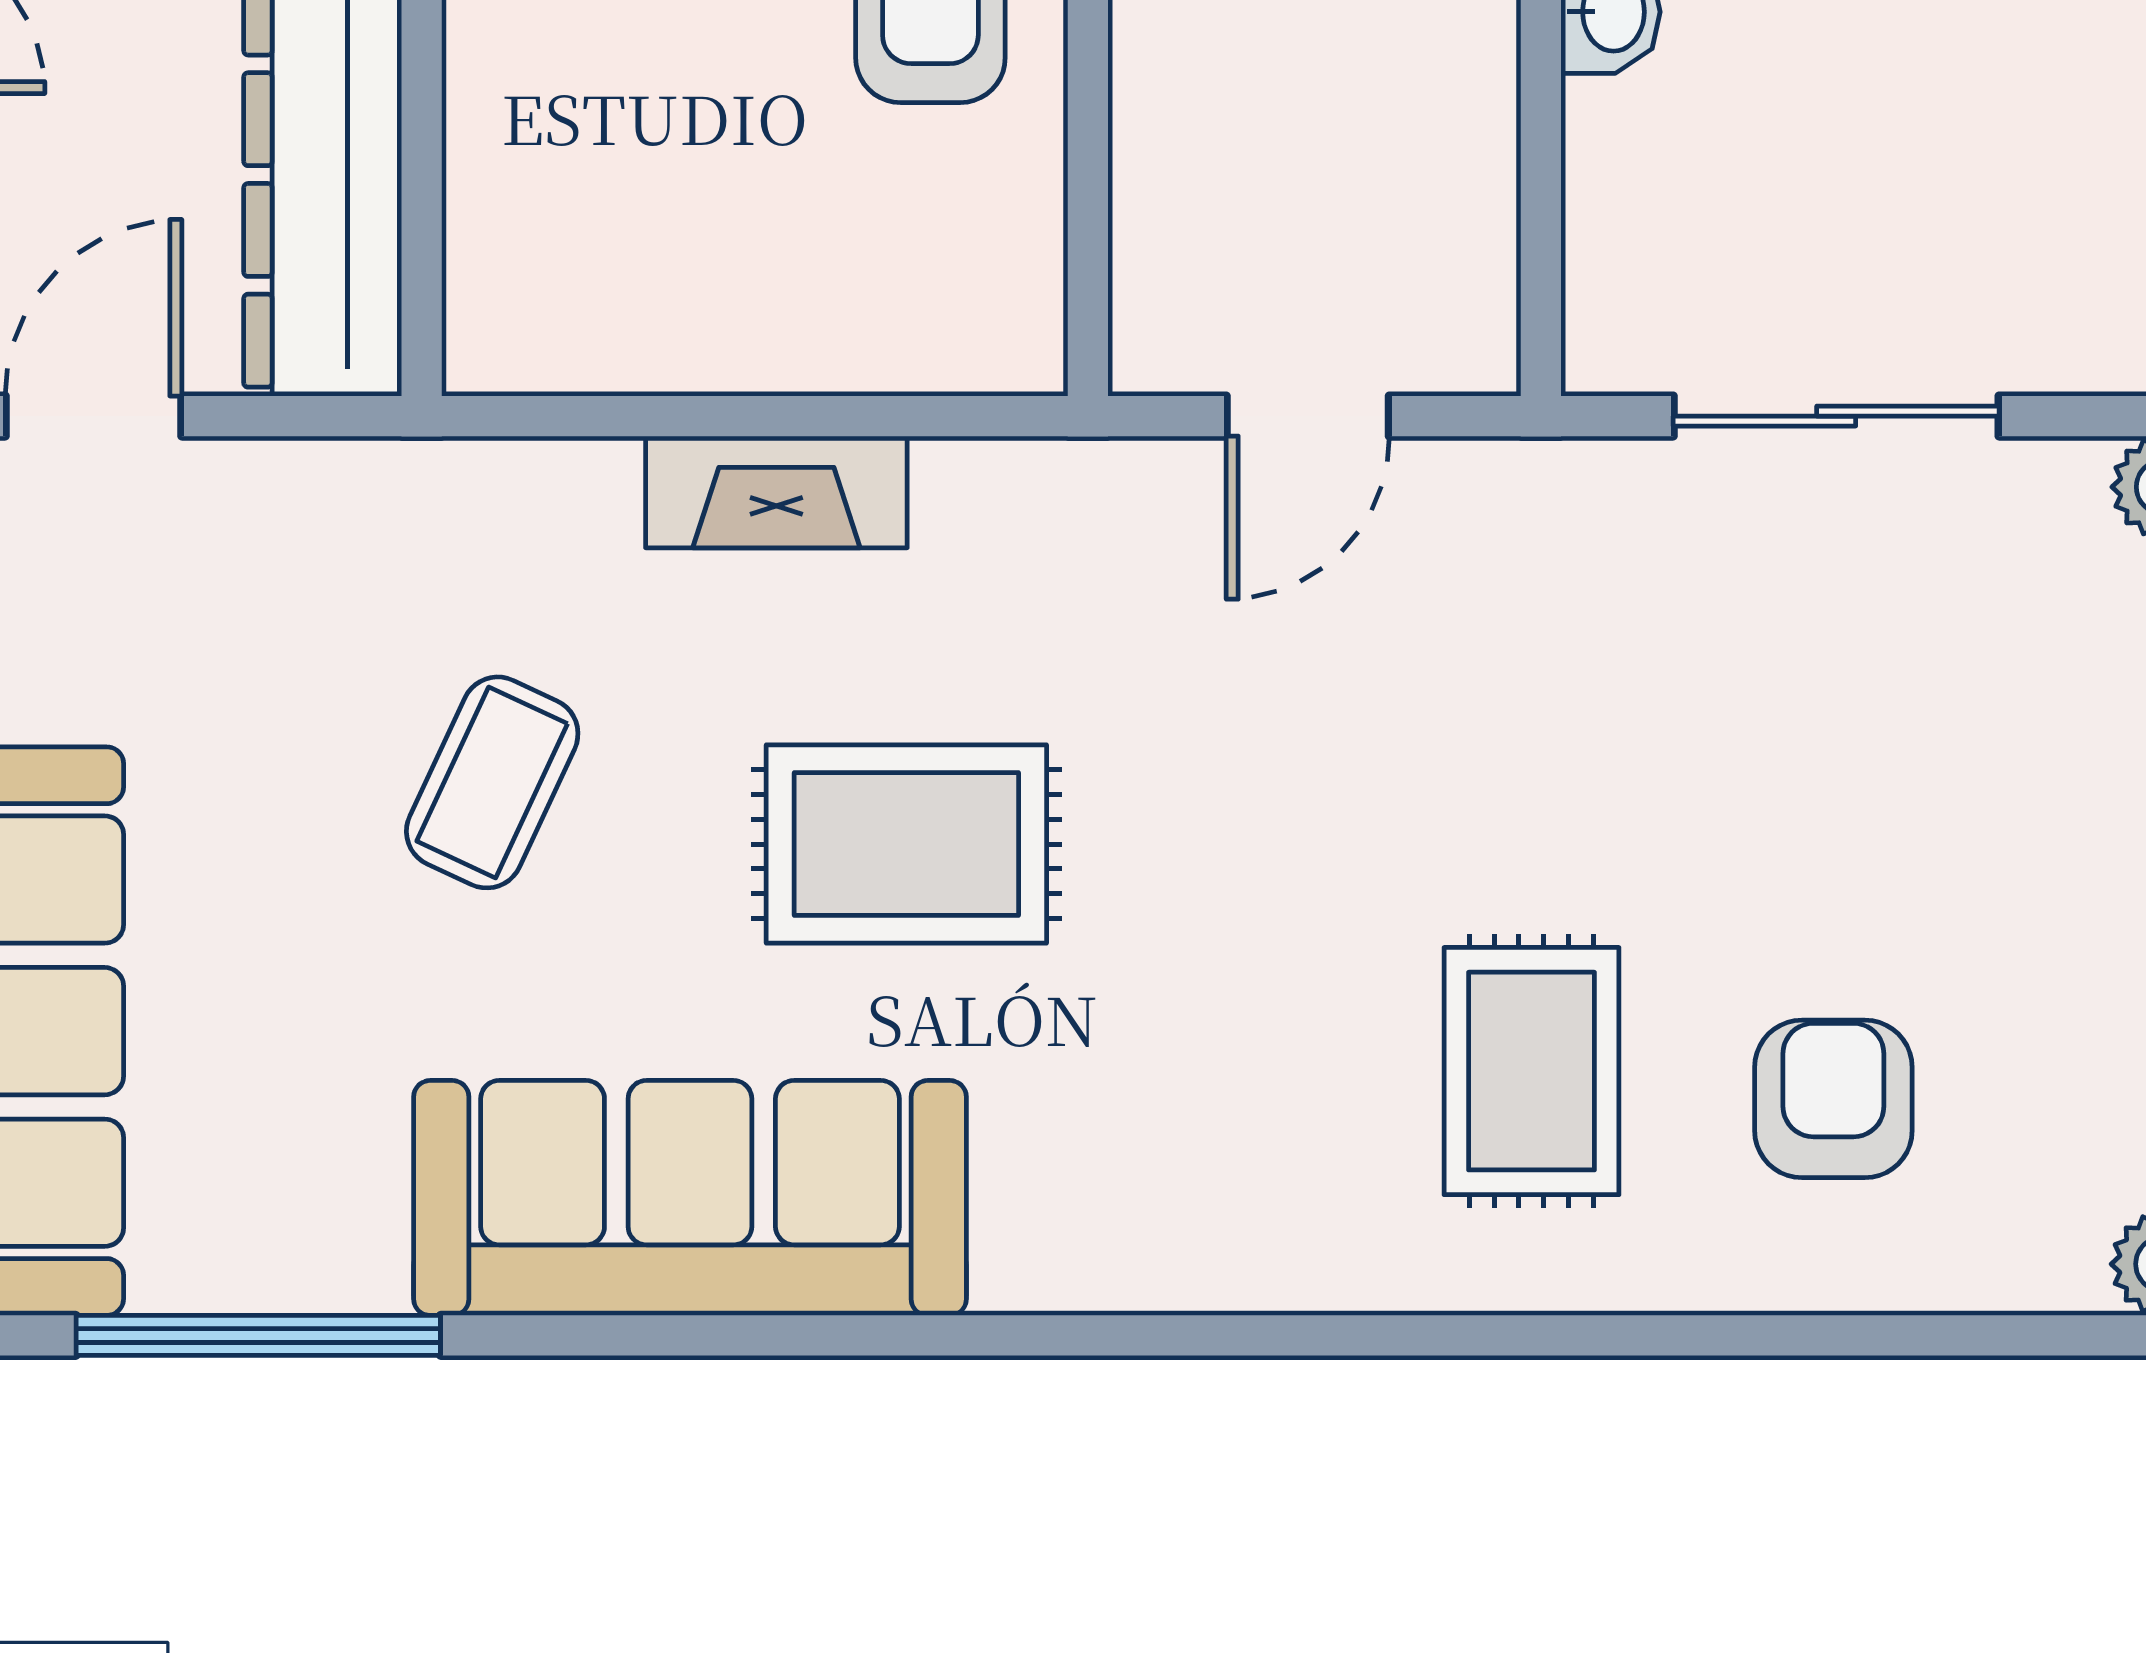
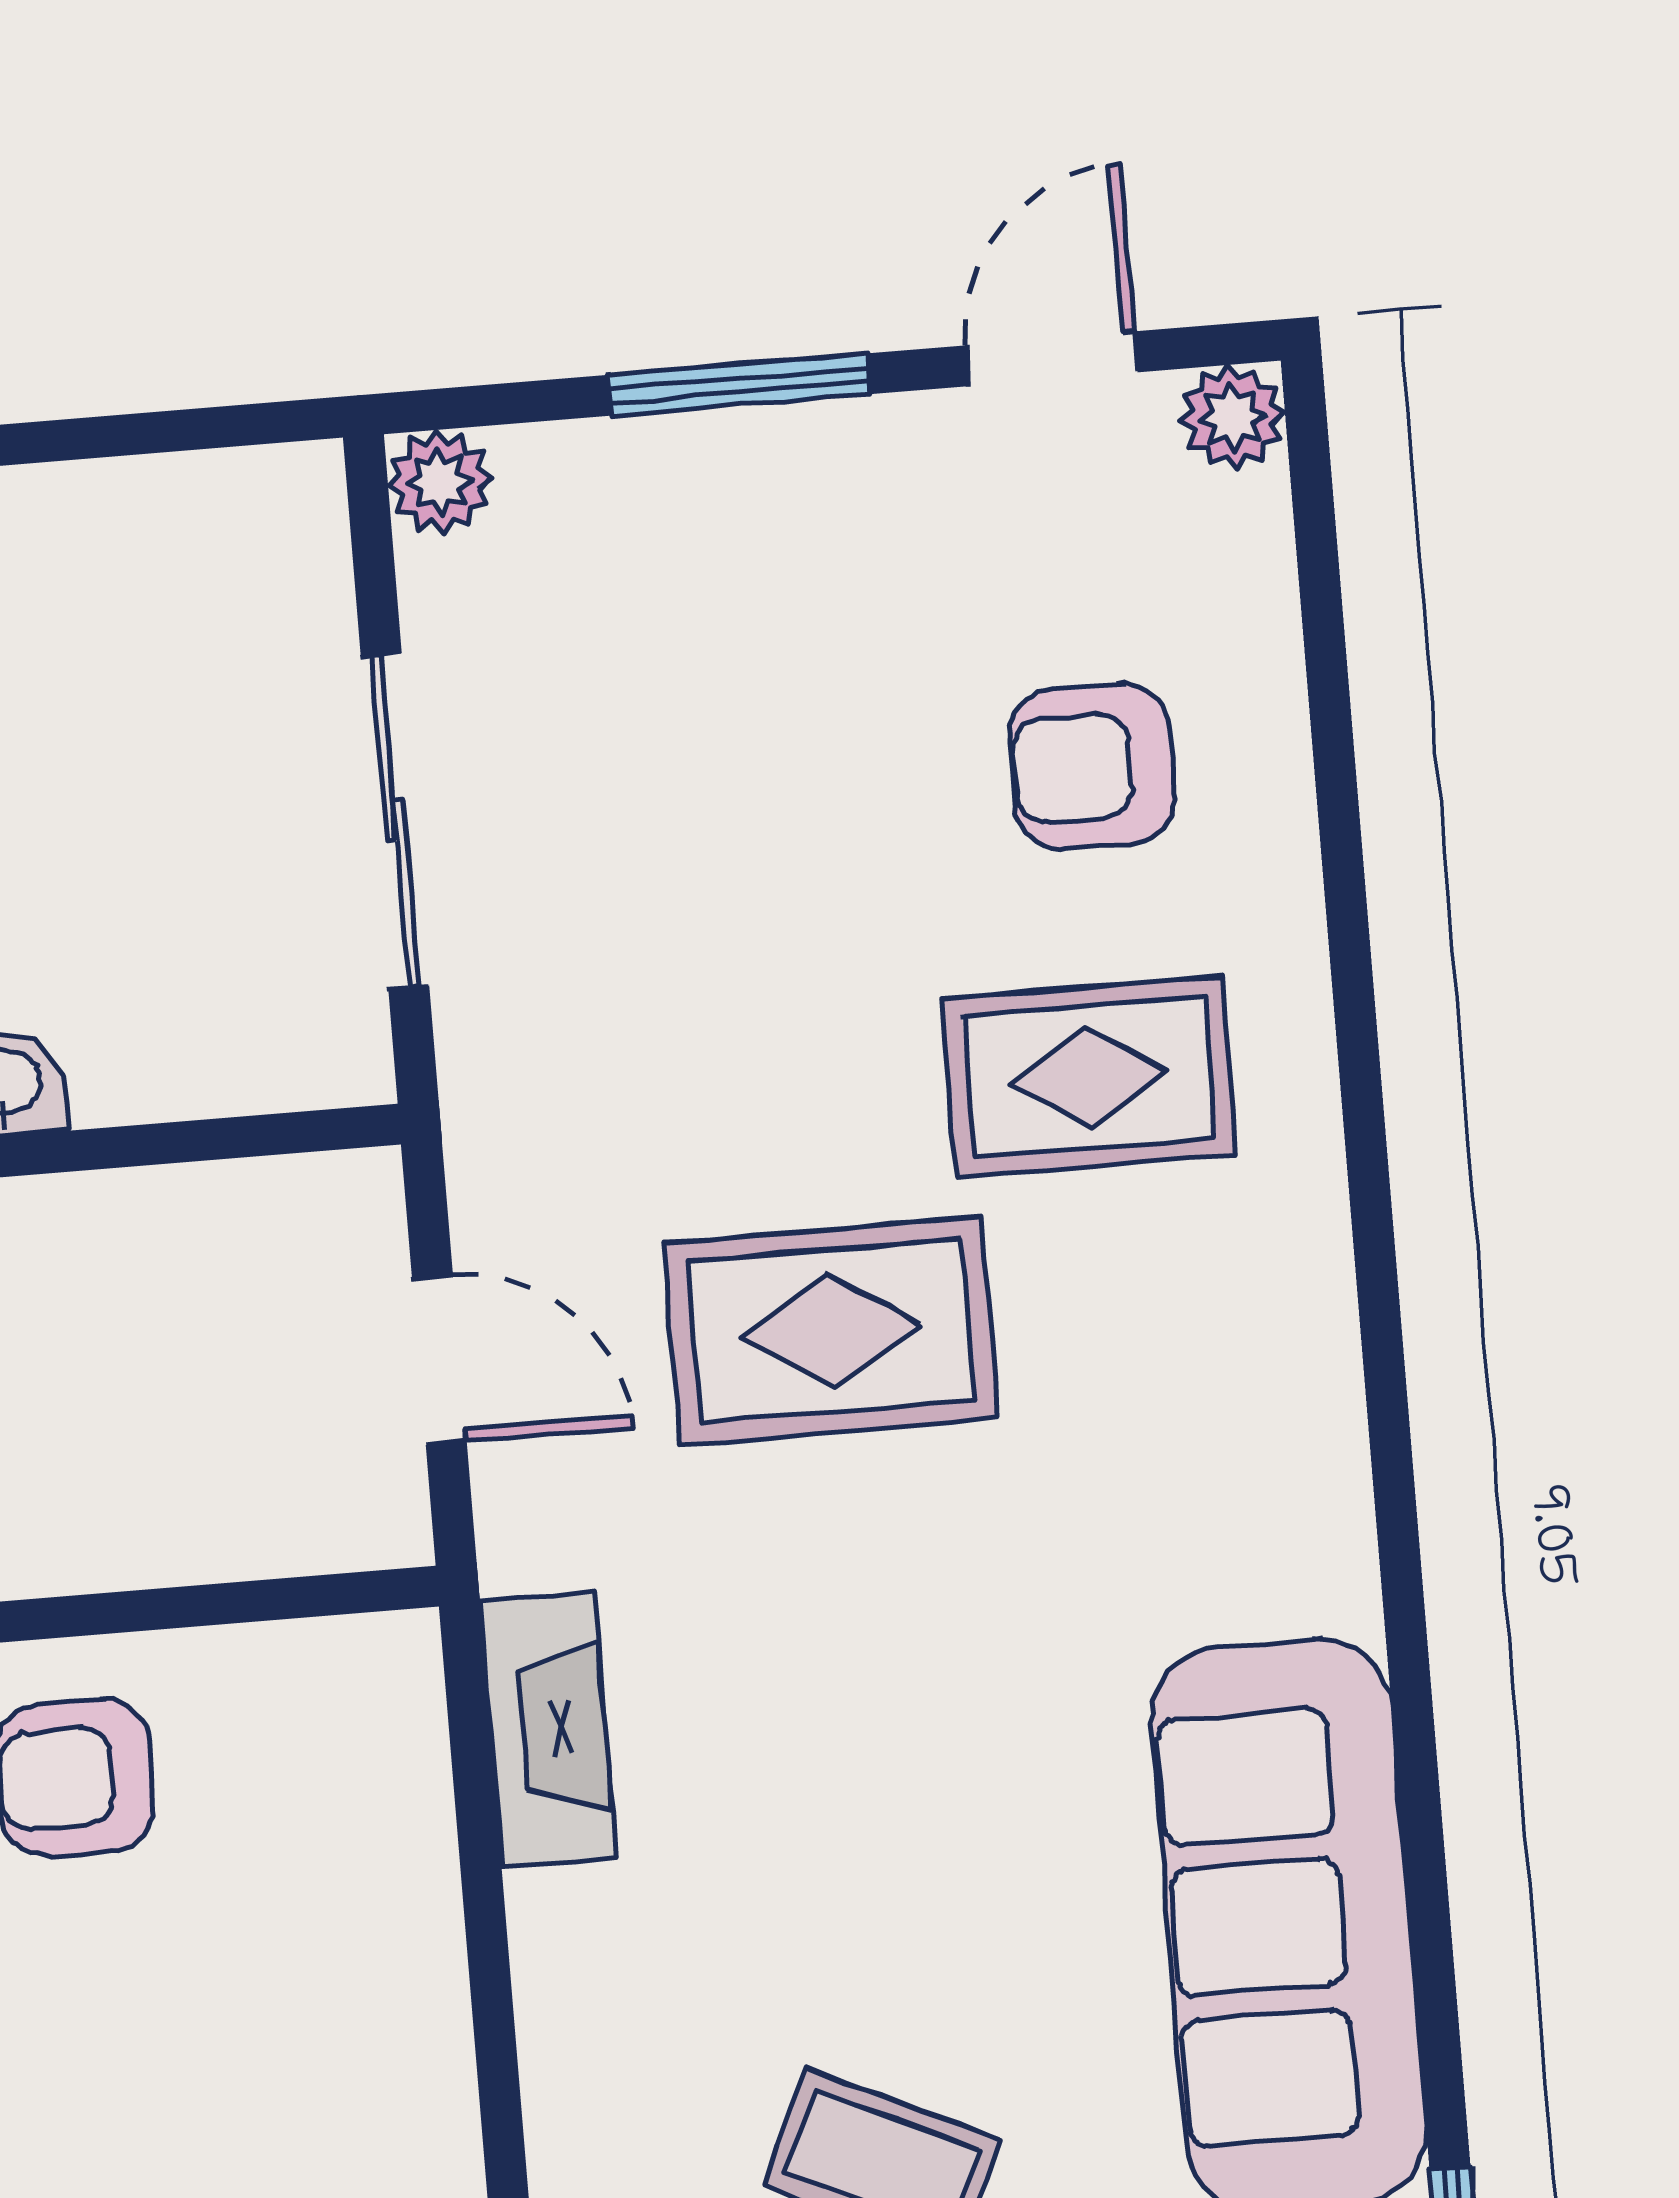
fireplace: (776, 492) -> (548, 1729), moved
rug: (906, 844) -> (831, 1331), moved, turned 90

